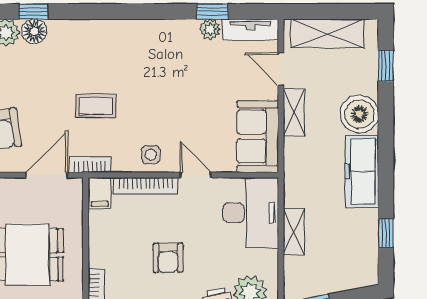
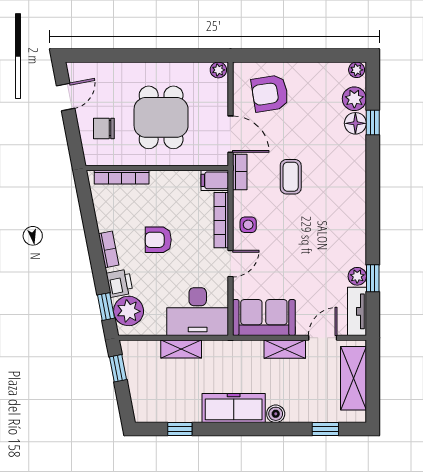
boiler: (359, 114) -> (276, 414), width x0.54, depth x0.54

